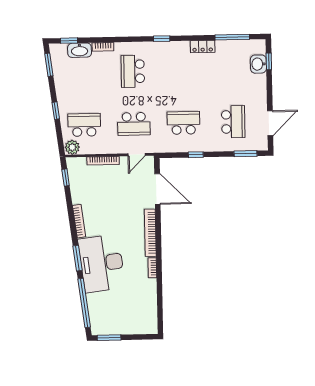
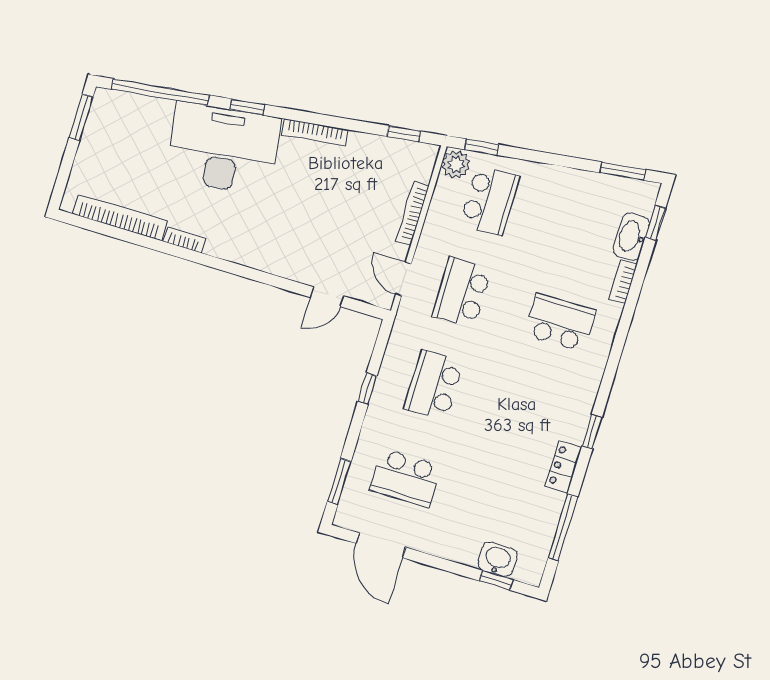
window: (162, 39) -> (592, 432), moved
window: (56, 111) -> (482, 147), moved
school desk: (184, 123) -> (434, 385), turned 180
door: (157, 189) -> (327, 297), width x0.53
bookcase: (150, 233) -> (120, 217), moved
window: (78, 258) -> (247, 107), width x0.67

